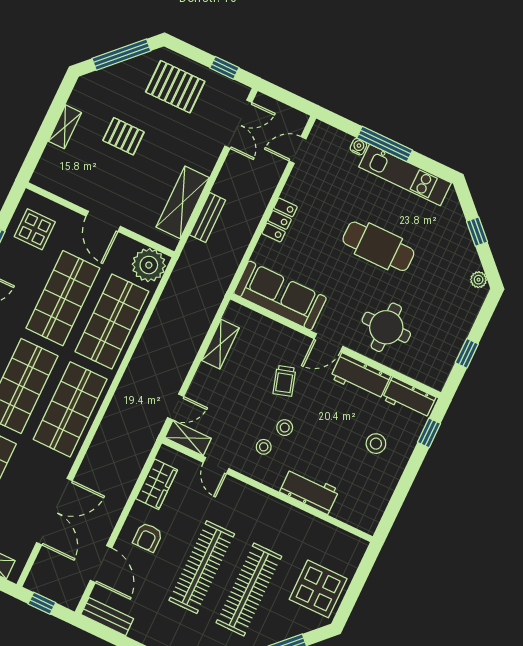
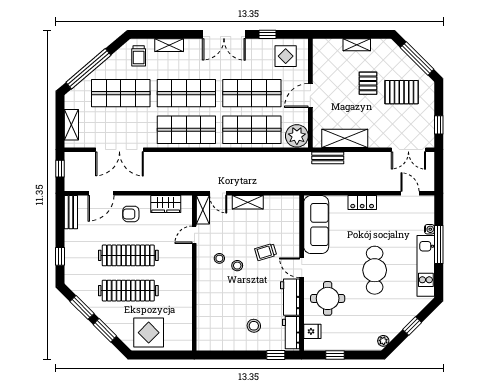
pallet: (175, 87) -> (402, 92), moved, turned 90
bench: (208, 218) -> (328, 158), moved
shelving: (220, 344) -> (248, 202), moved
fridge: (421, 369) -> (312, 331), added
workbench: (309, 491) -> (206, 299), removed

